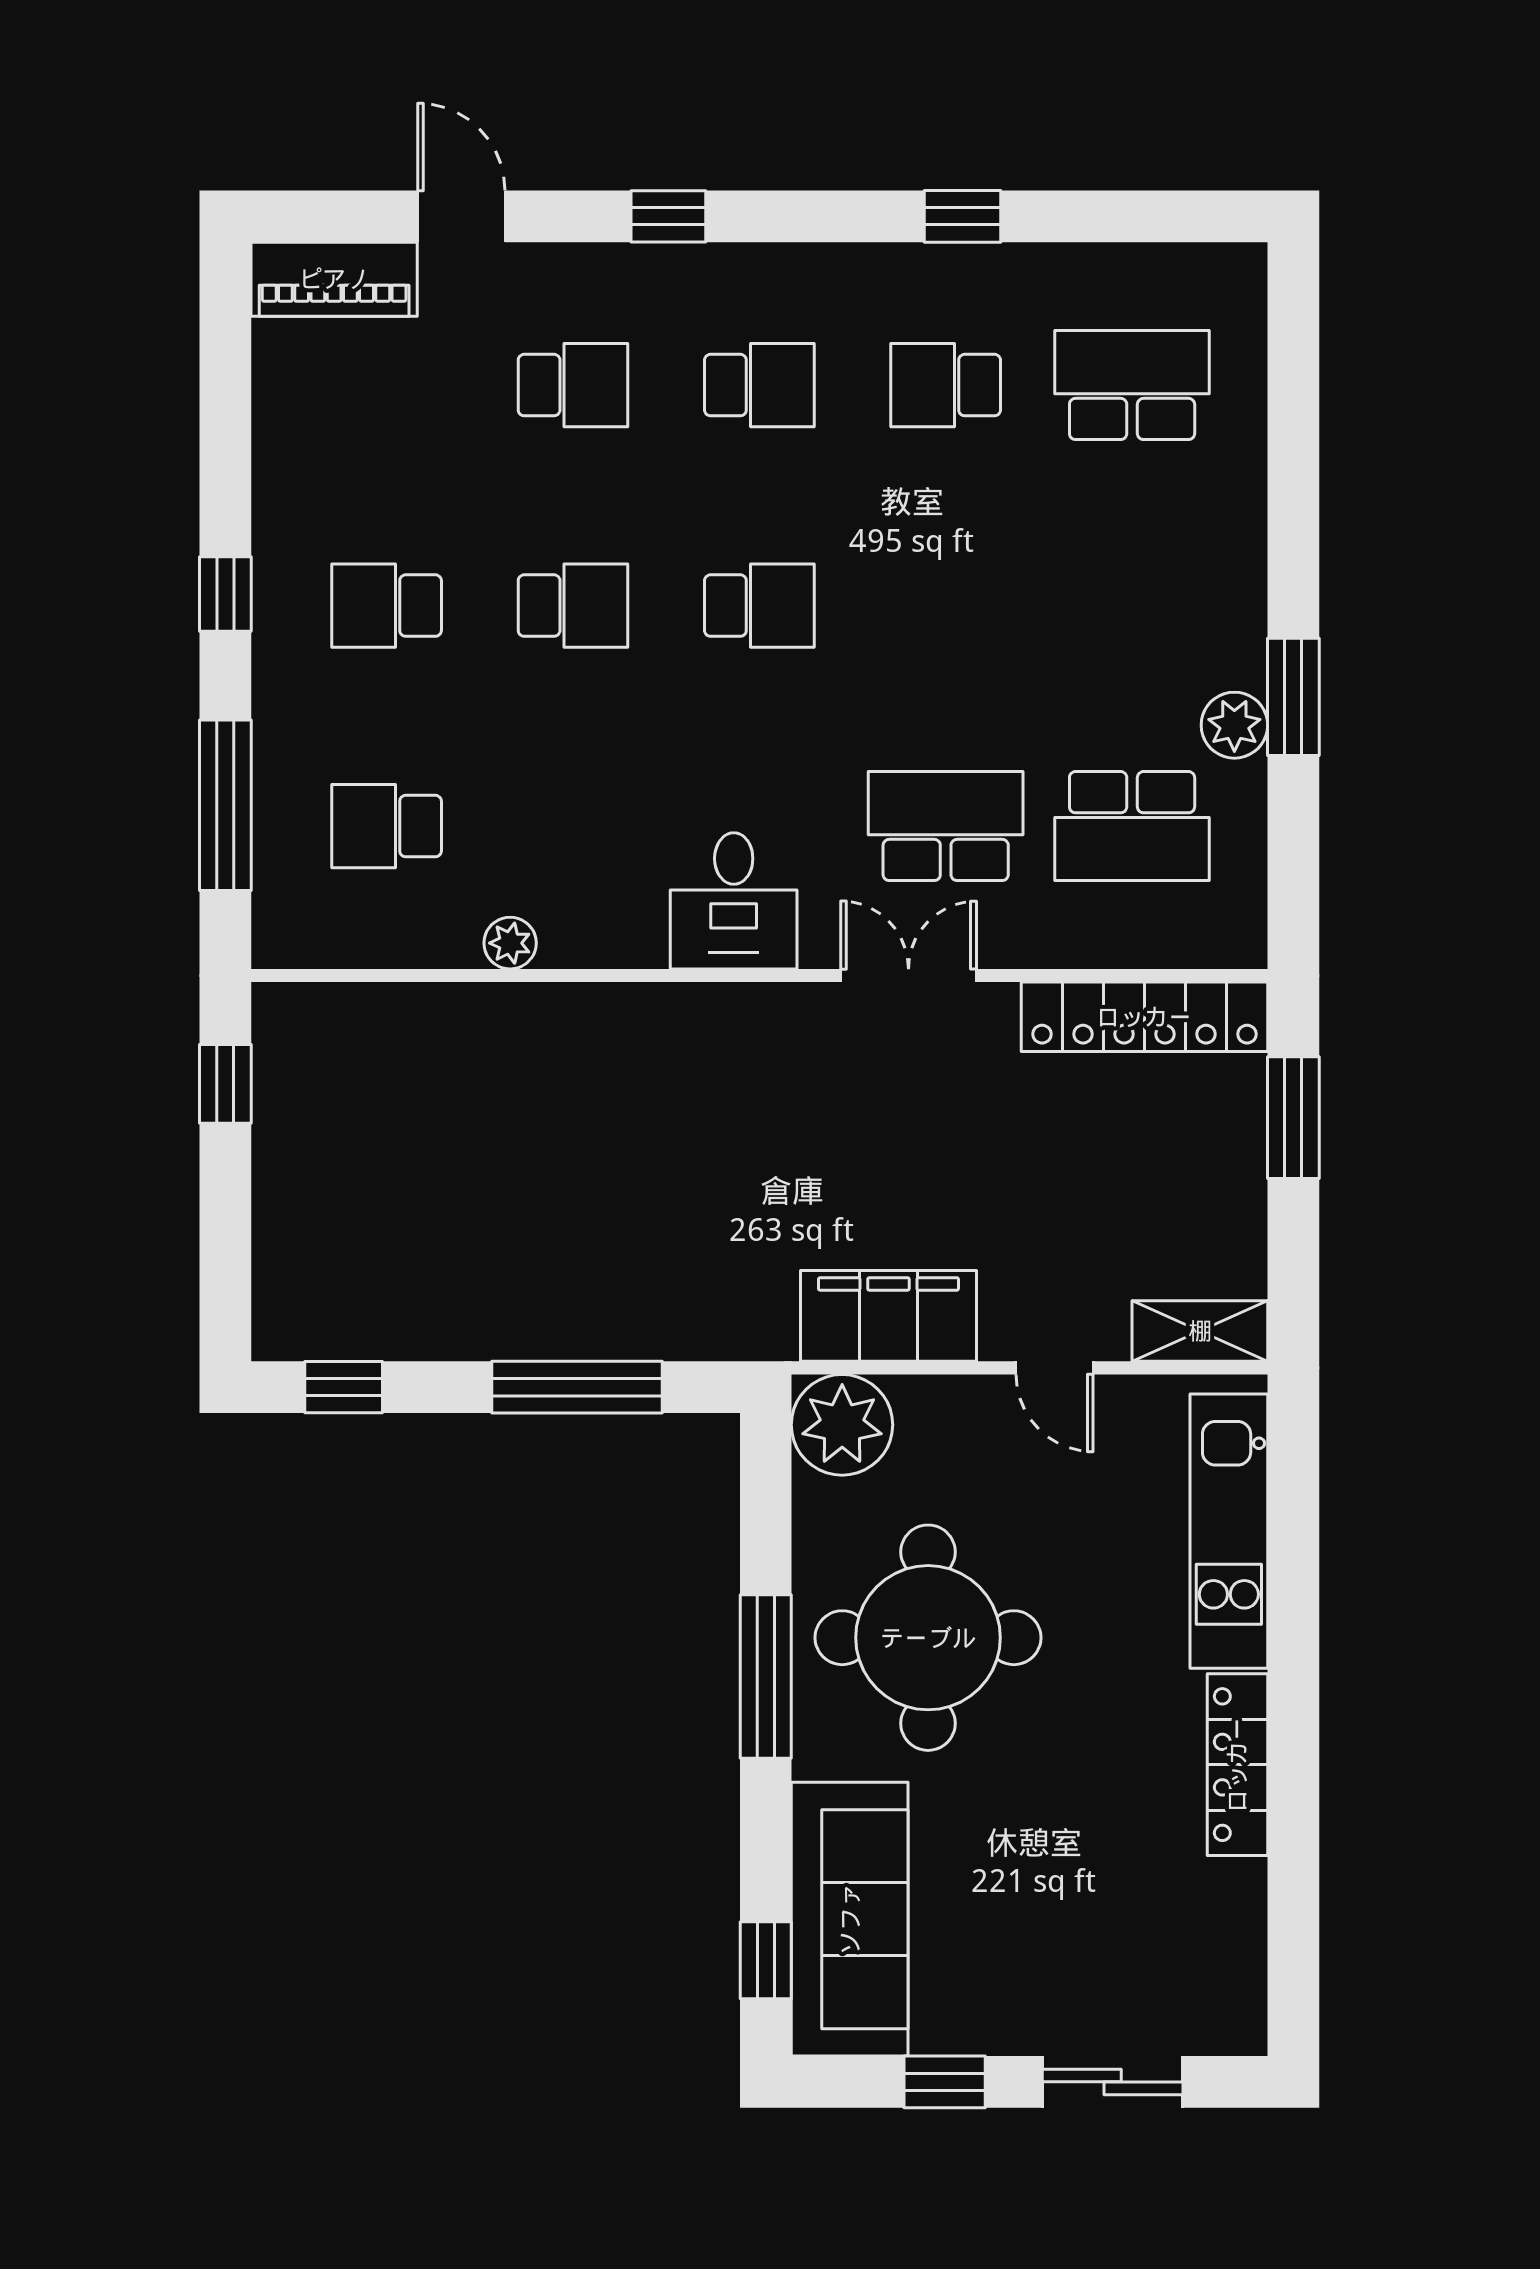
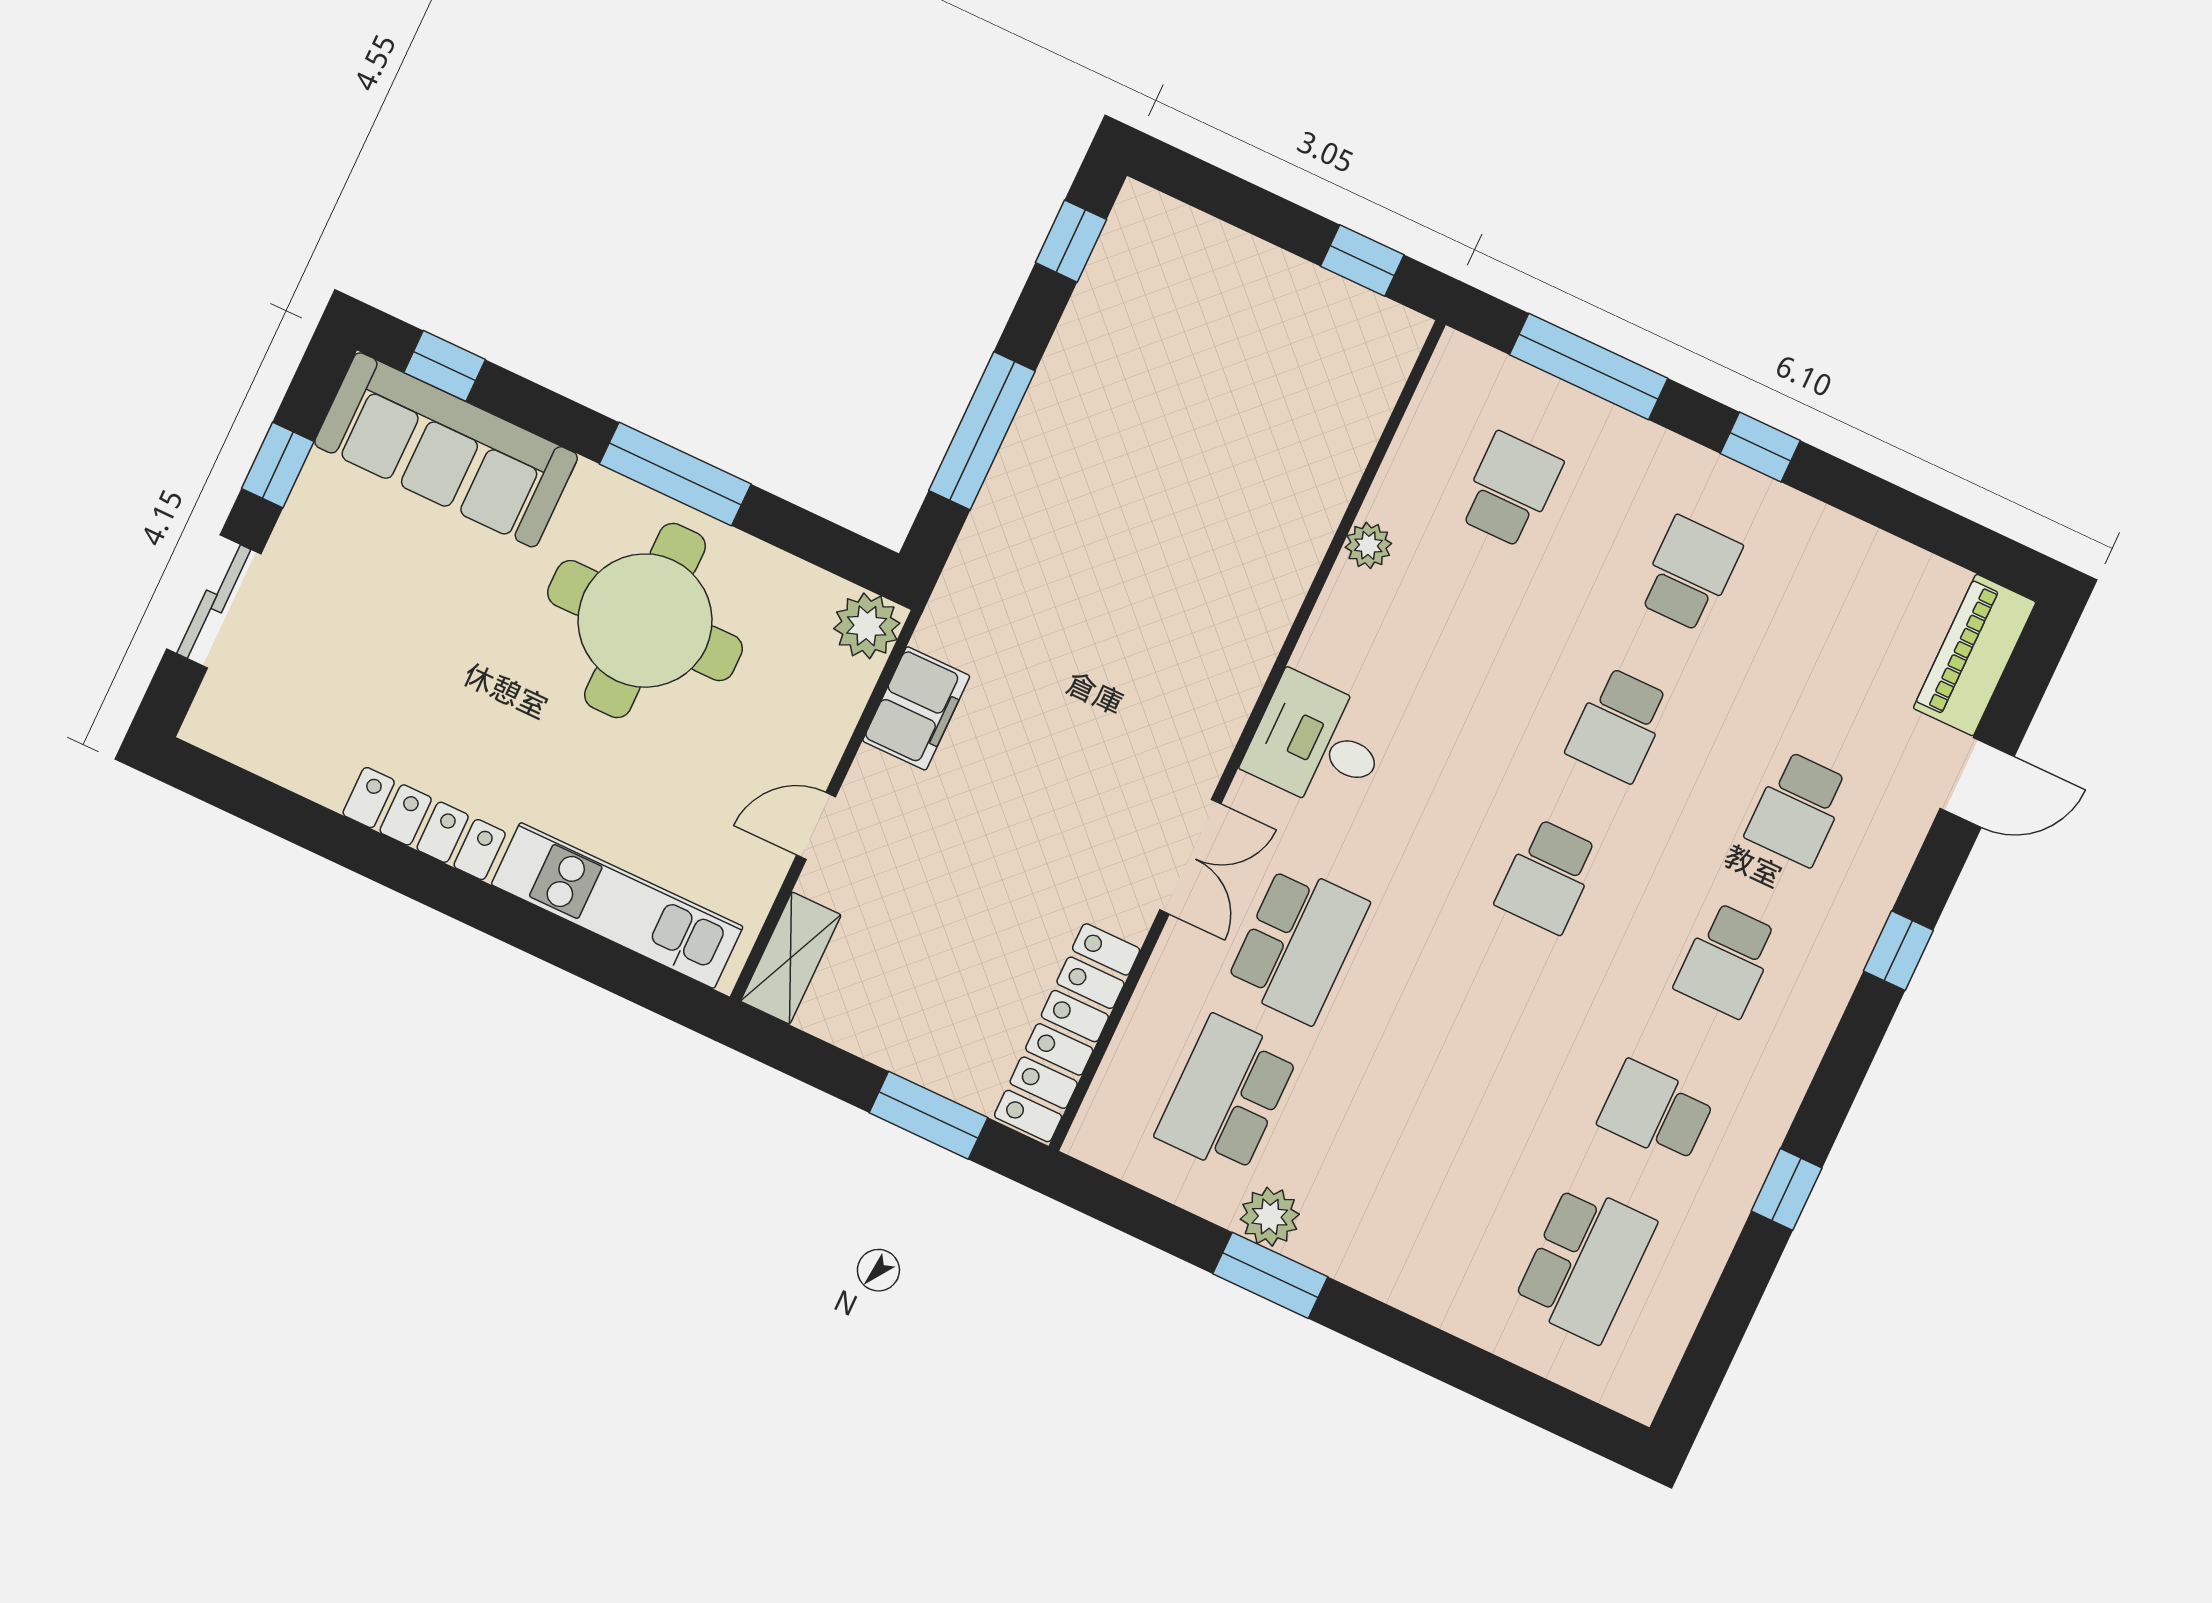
school desk: (946, 385) -> (1656, 1112), turned -90
filing cabinet: (888, 1316) -> (916, 708), width x0.67, depth x0.86
plant: (842, 1425) -> (867, 626), width x0.73, depth x0.73

